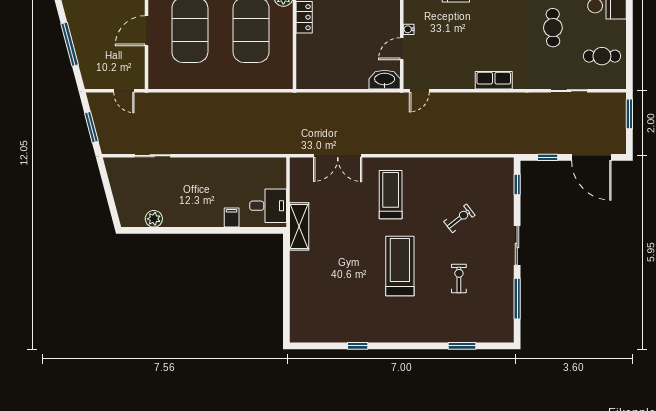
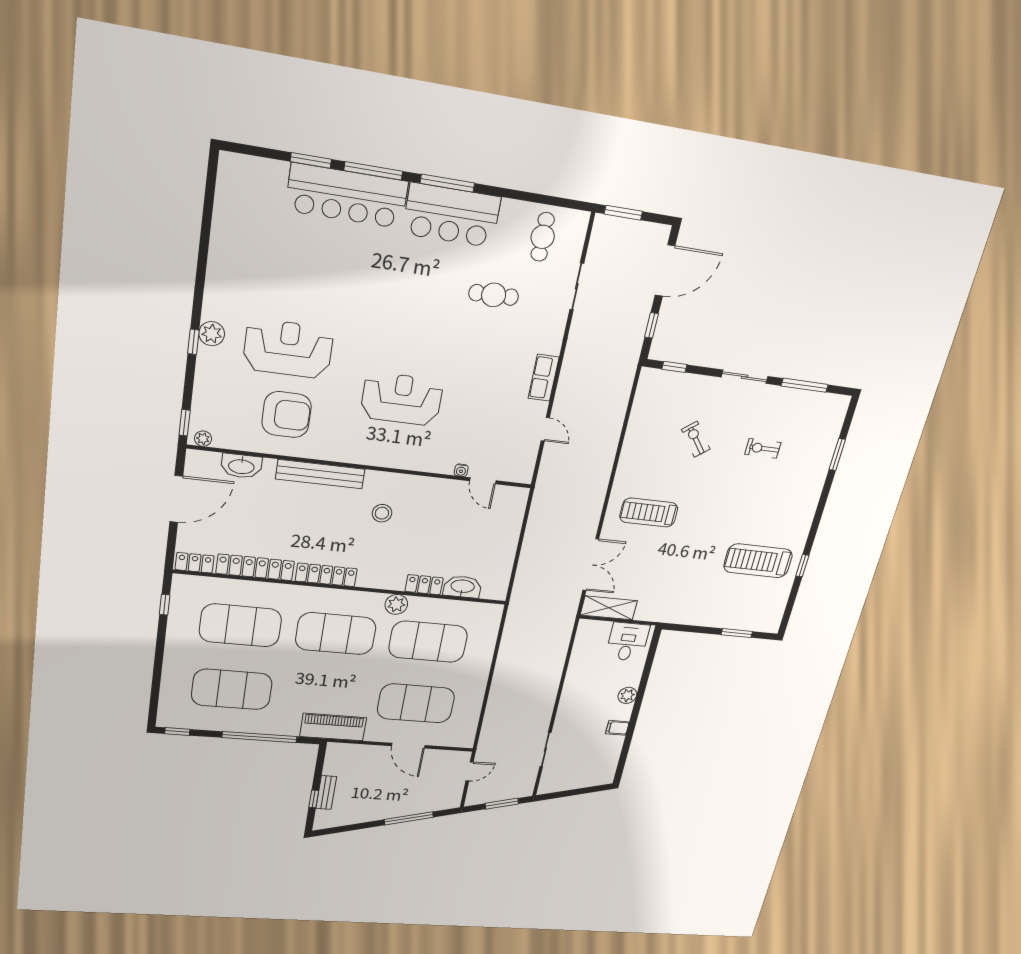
washbasin: (385, 80) -> (462, 587), moved, turned 90
door: (419, 91) -> (545, 429), moved
filing cabinet: (232, 218) -> (617, 728), moved
plant: (154, 219) -> (627, 695), moved
shelving: (299, 226) -> (609, 608), moved
treadmill: (400, 266) -> (758, 561), moved
window: (286, 304) -> (737, 633), added

